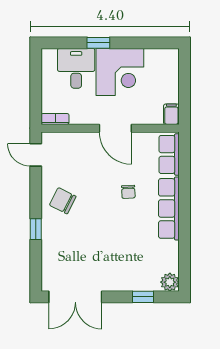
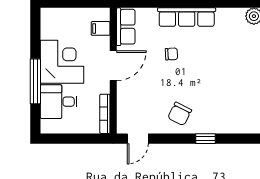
window: (98, 43) -> (35, 81), width x2.17
filing cabinet: (171, 114) -> (101, 28), moved
bookcase: (55, 119) -> (105, 114), width x1.56
row of seats: (169, 154) -> (126, 27), moved, turned -90

